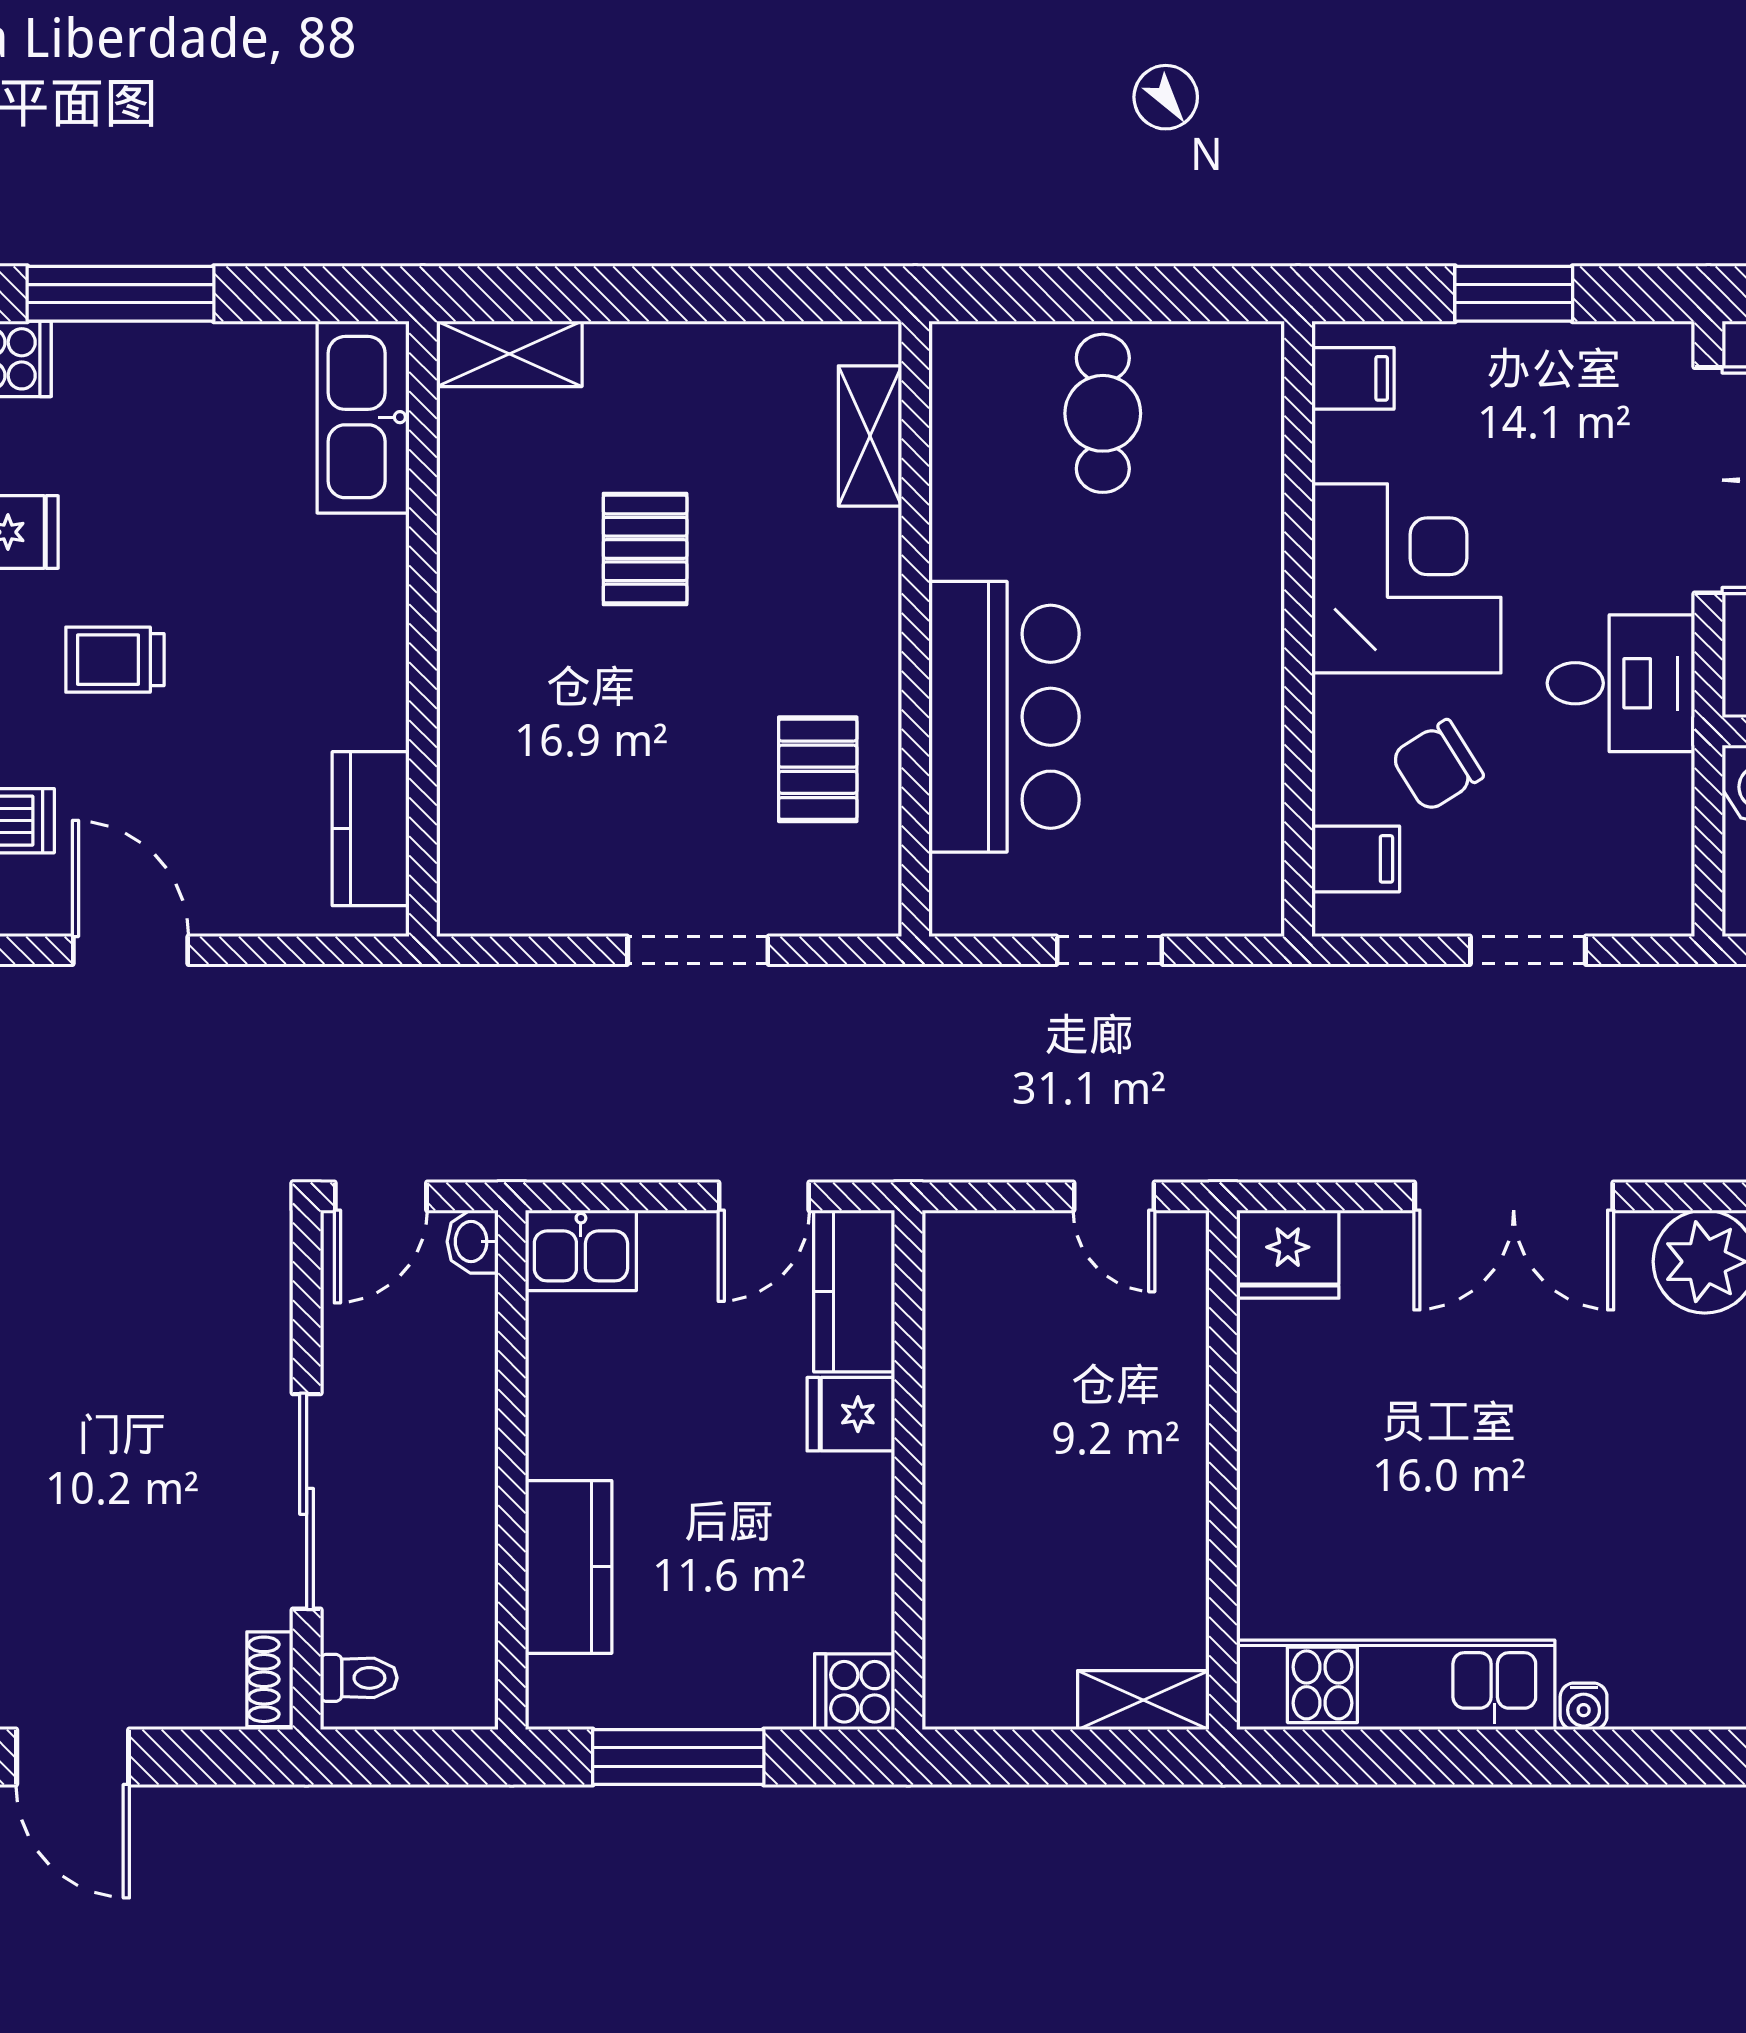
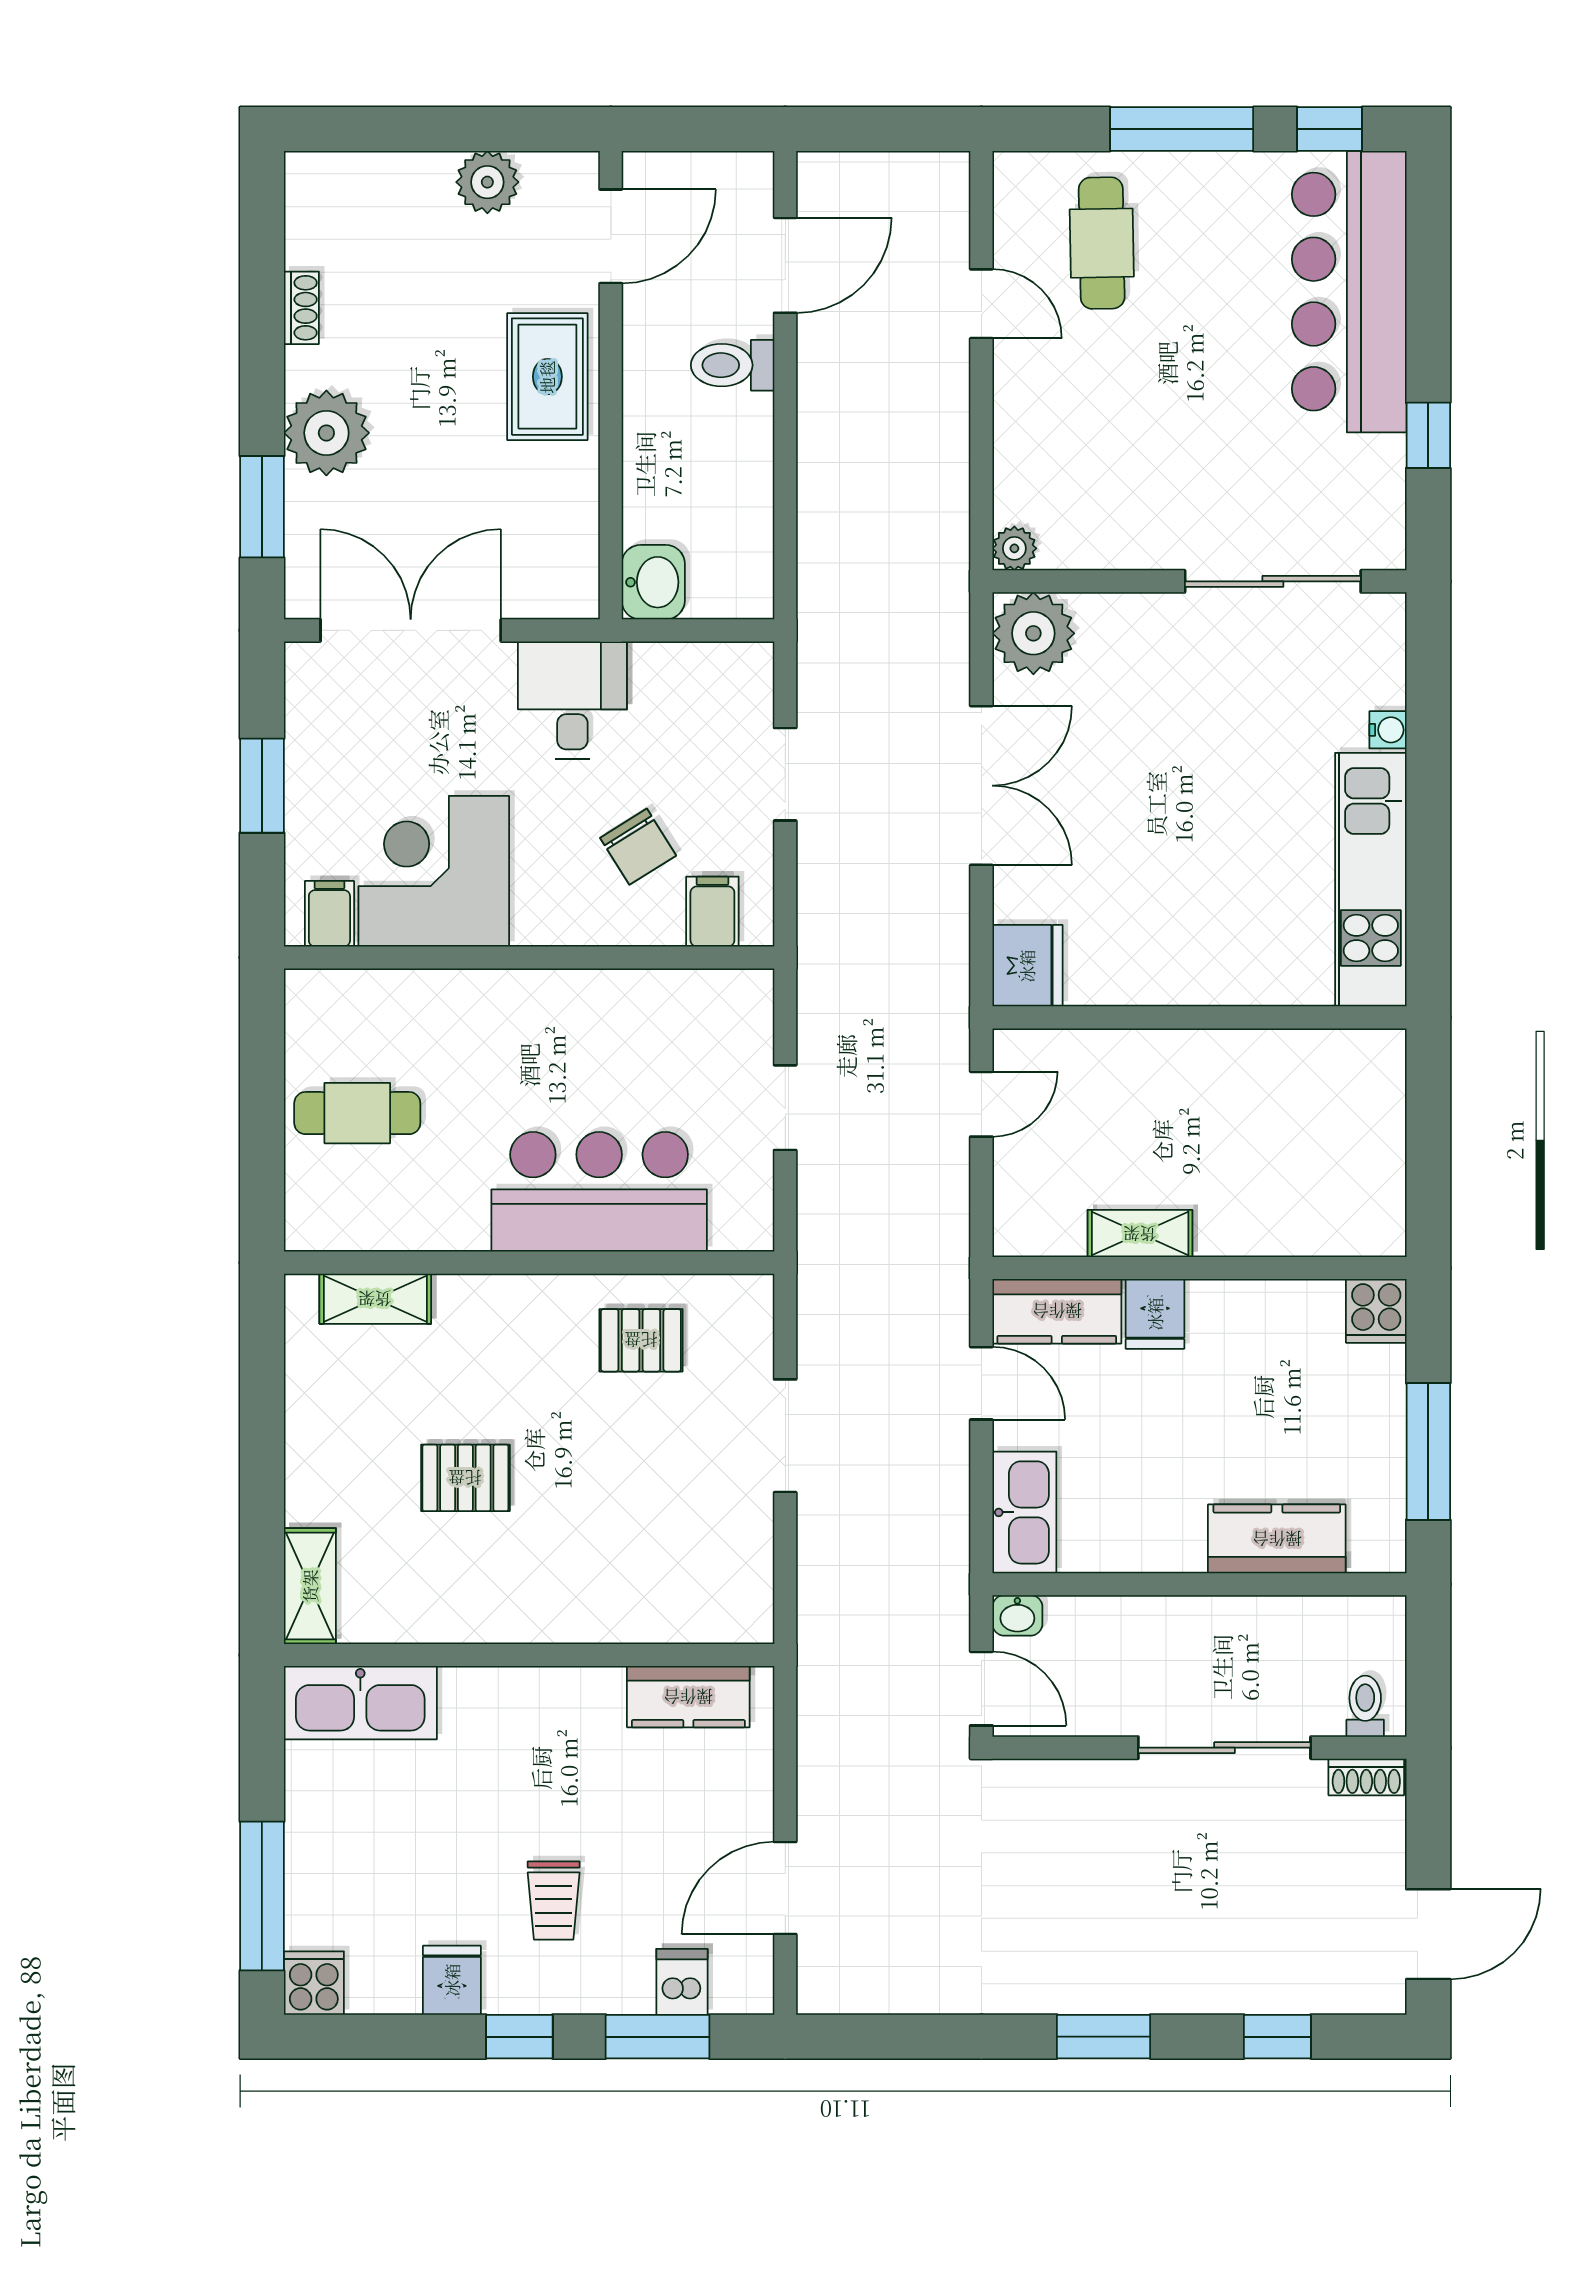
corner desk: (1406, 578) -> (434, 871), moved
kitchen sink: (581, 1250) -> (1024, 1512), width x1.38
shelving: (1143, 1700) -> (1140, 1234), moved, turned 90

